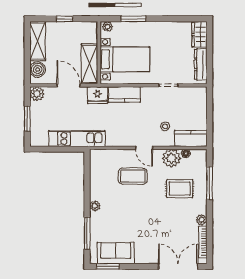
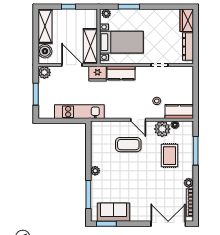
rug: (180, 189) -> (170, 156), turned 90

